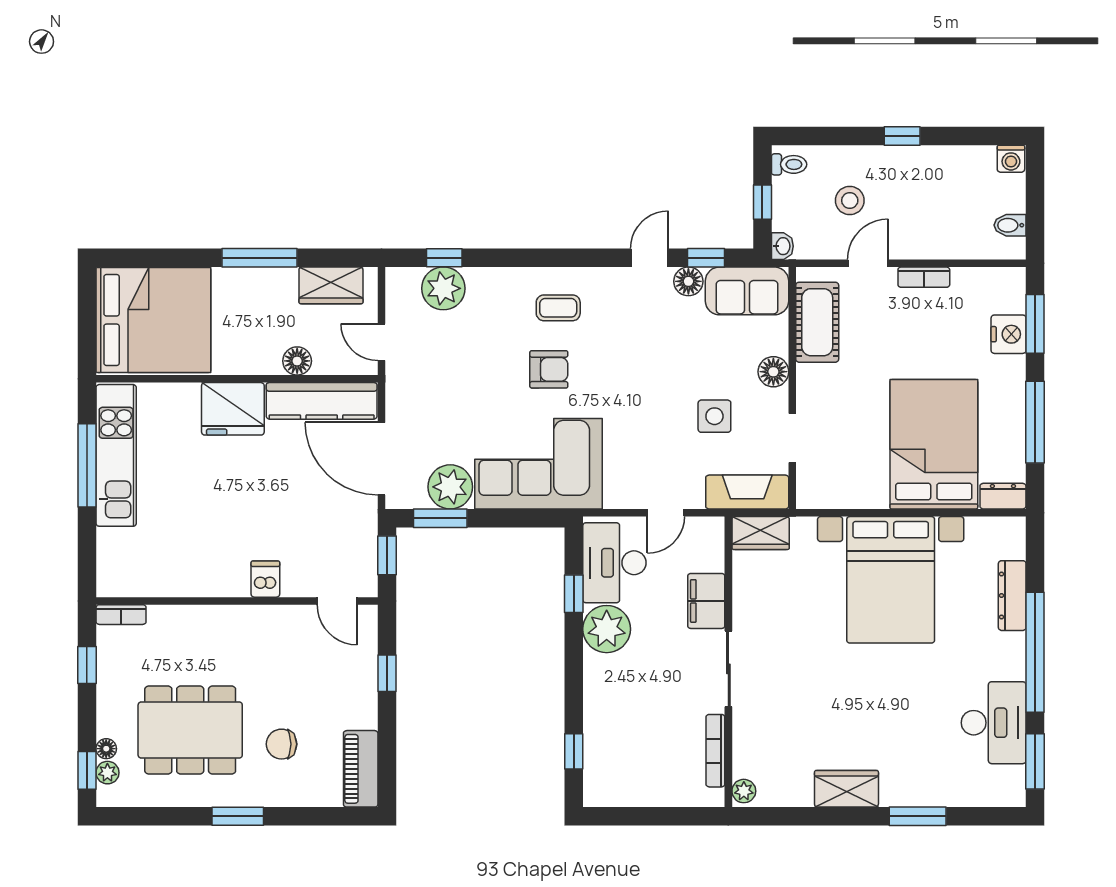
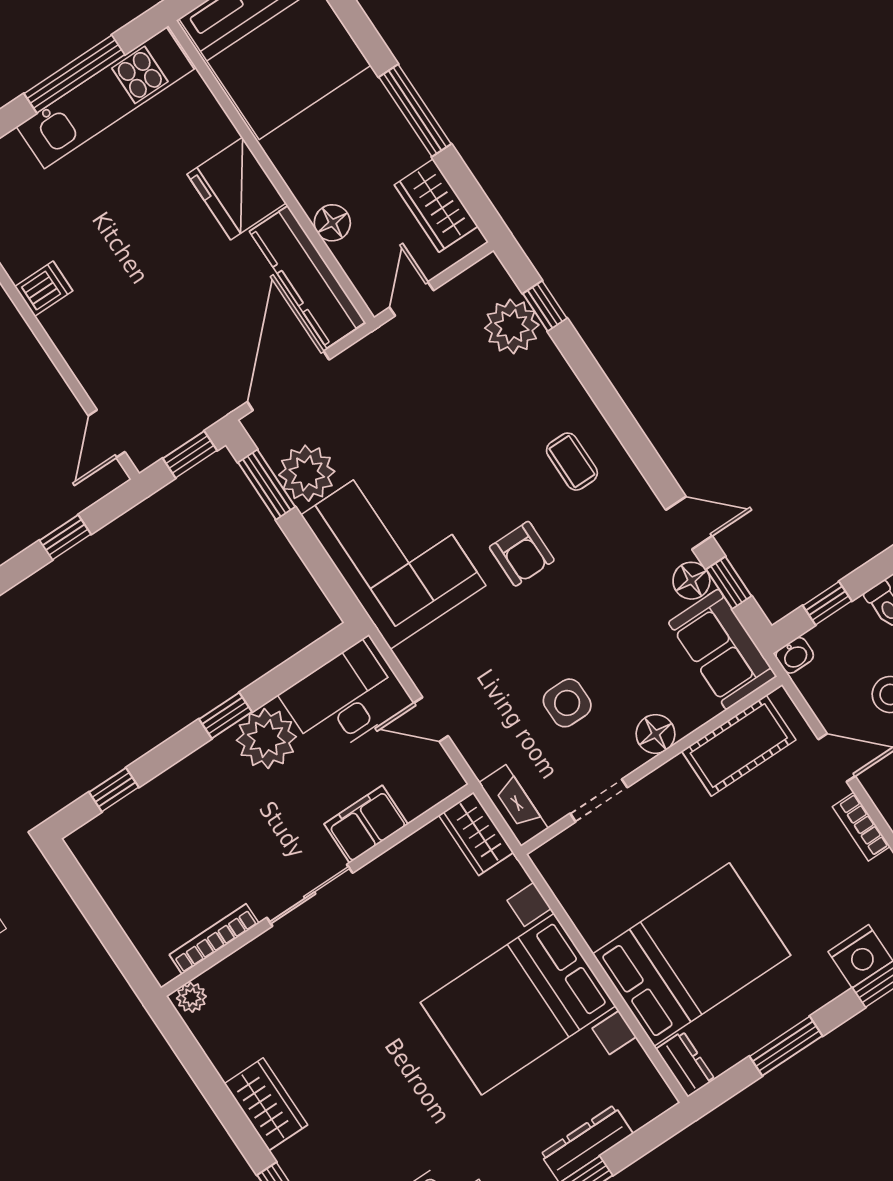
armchair: (549, 369) -> (522, 554), moved
window: (1035, 422) -> (786, 1046), width x0.69
fireplace: (747, 492) -> (513, 806), width x0.73, depth x0.76
dishwasher: (265, 579) -> (44, 289), moved
window: (574, 594) -> (226, 716), moved

